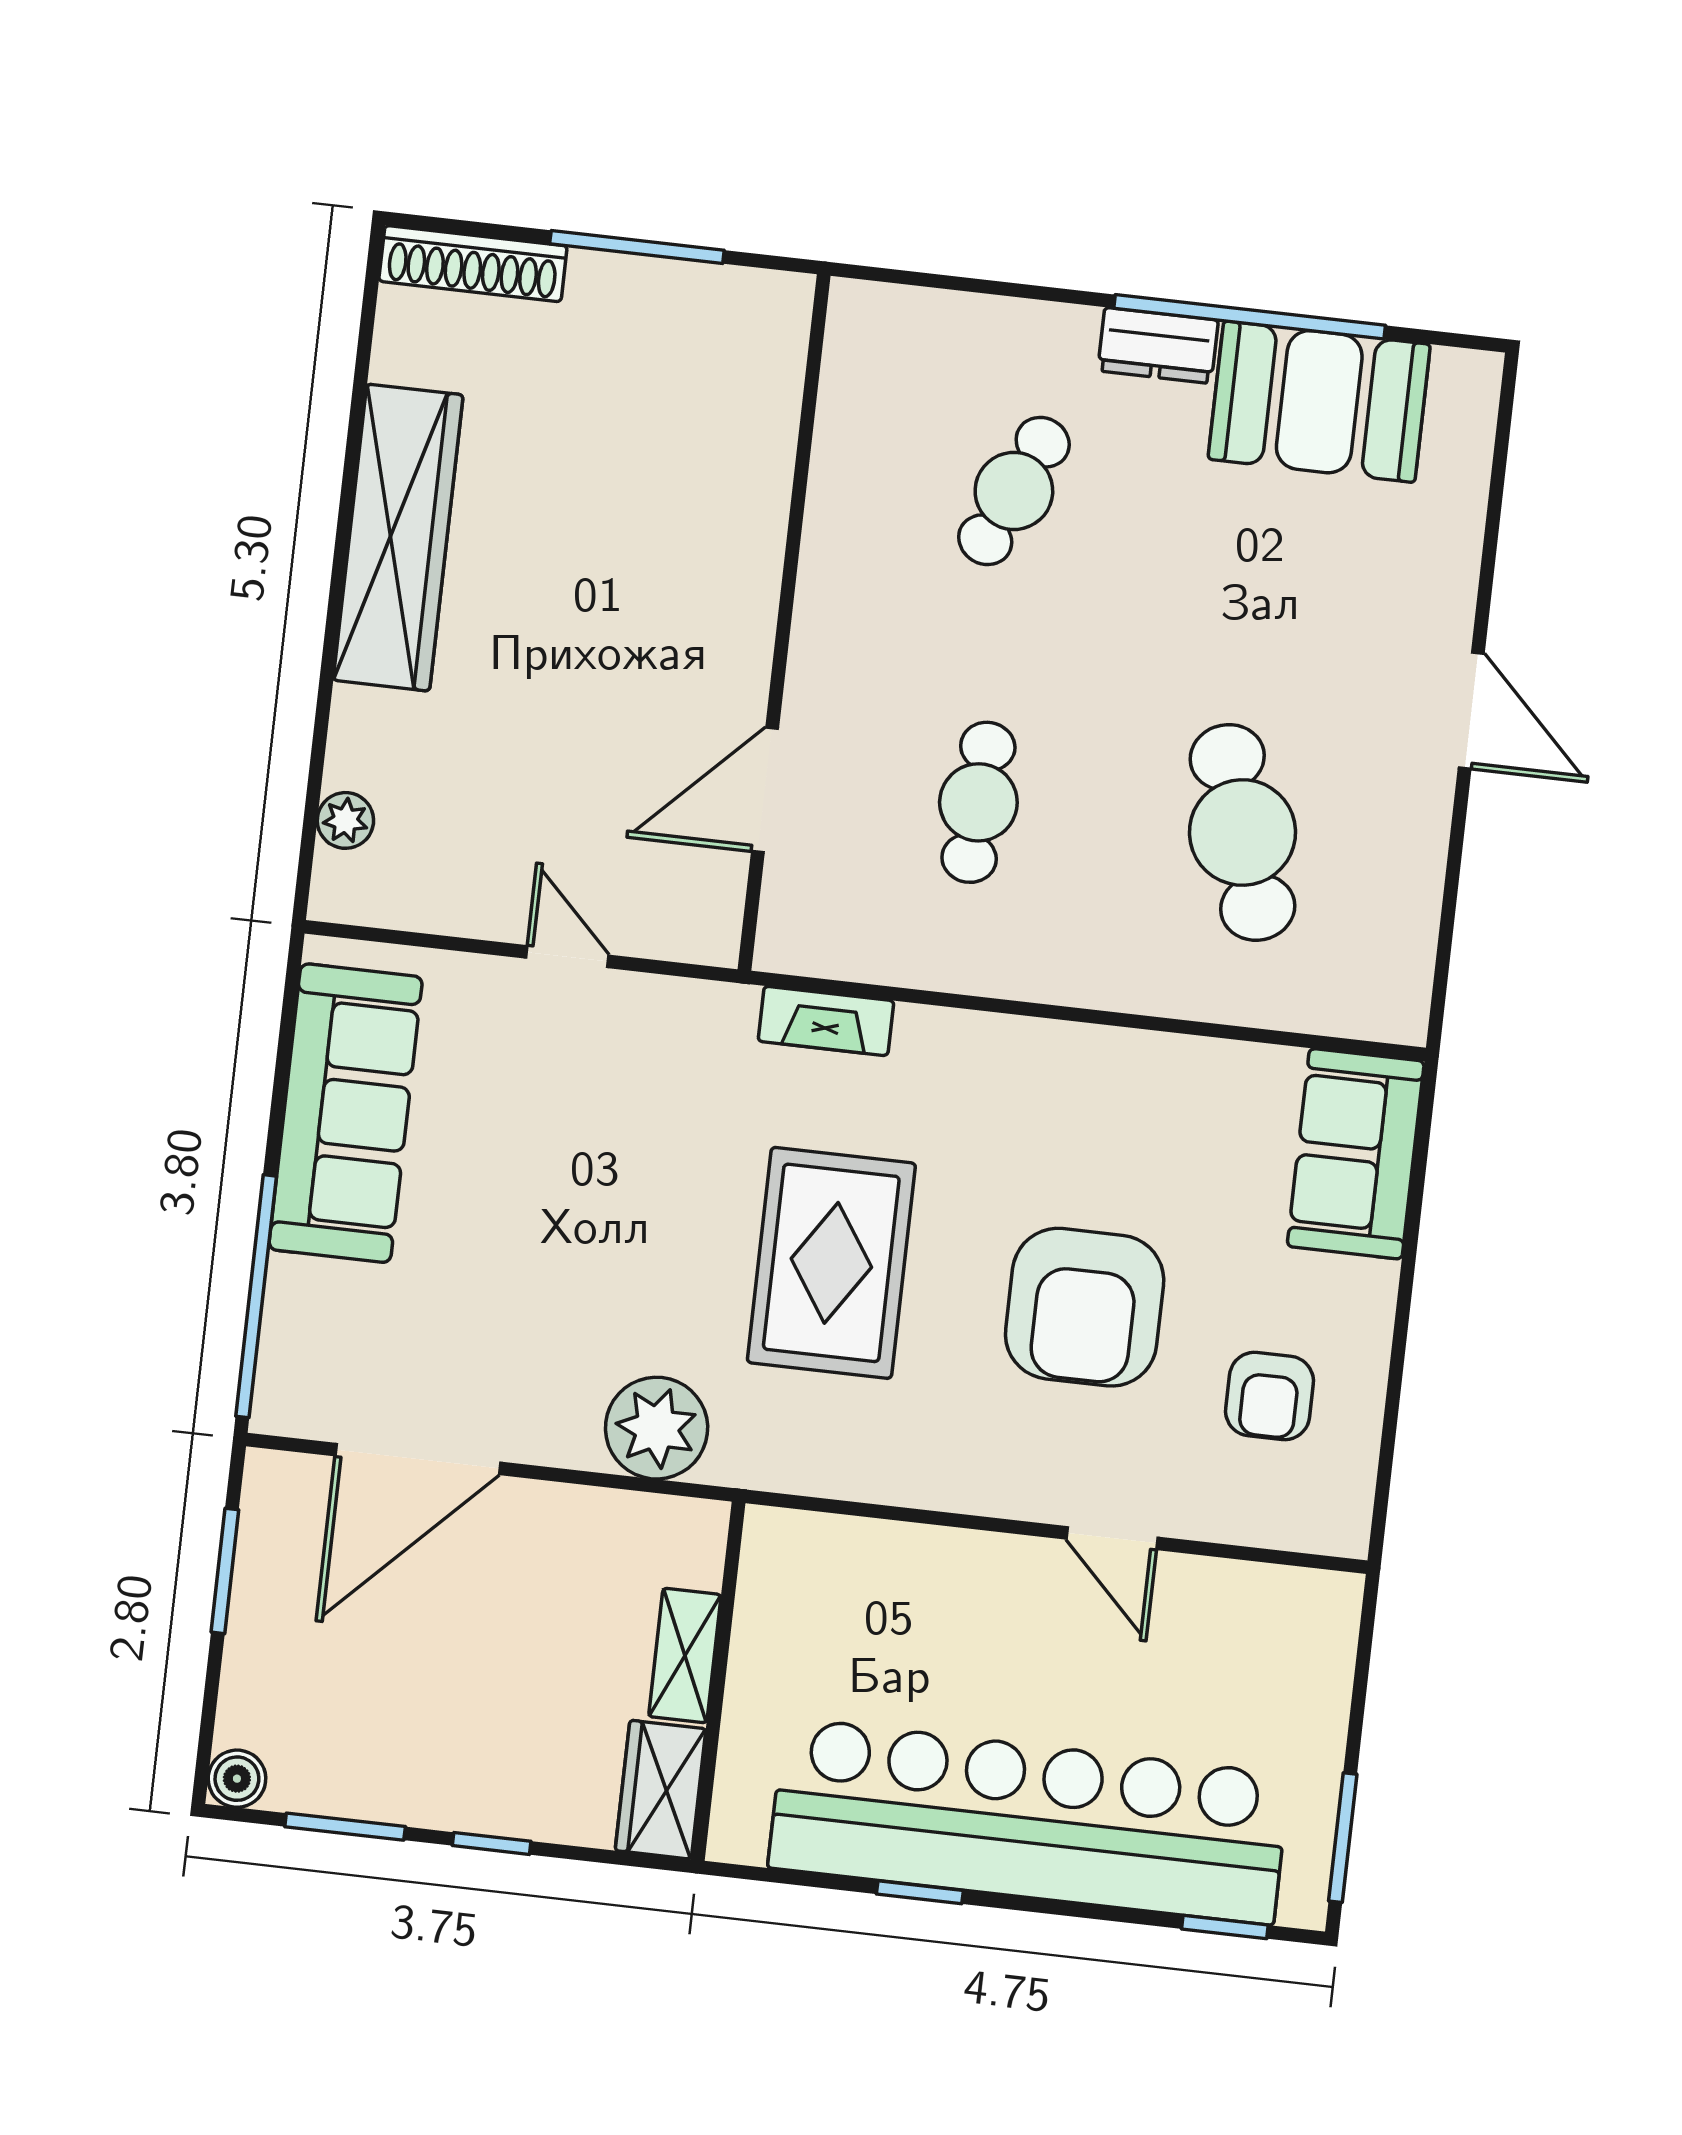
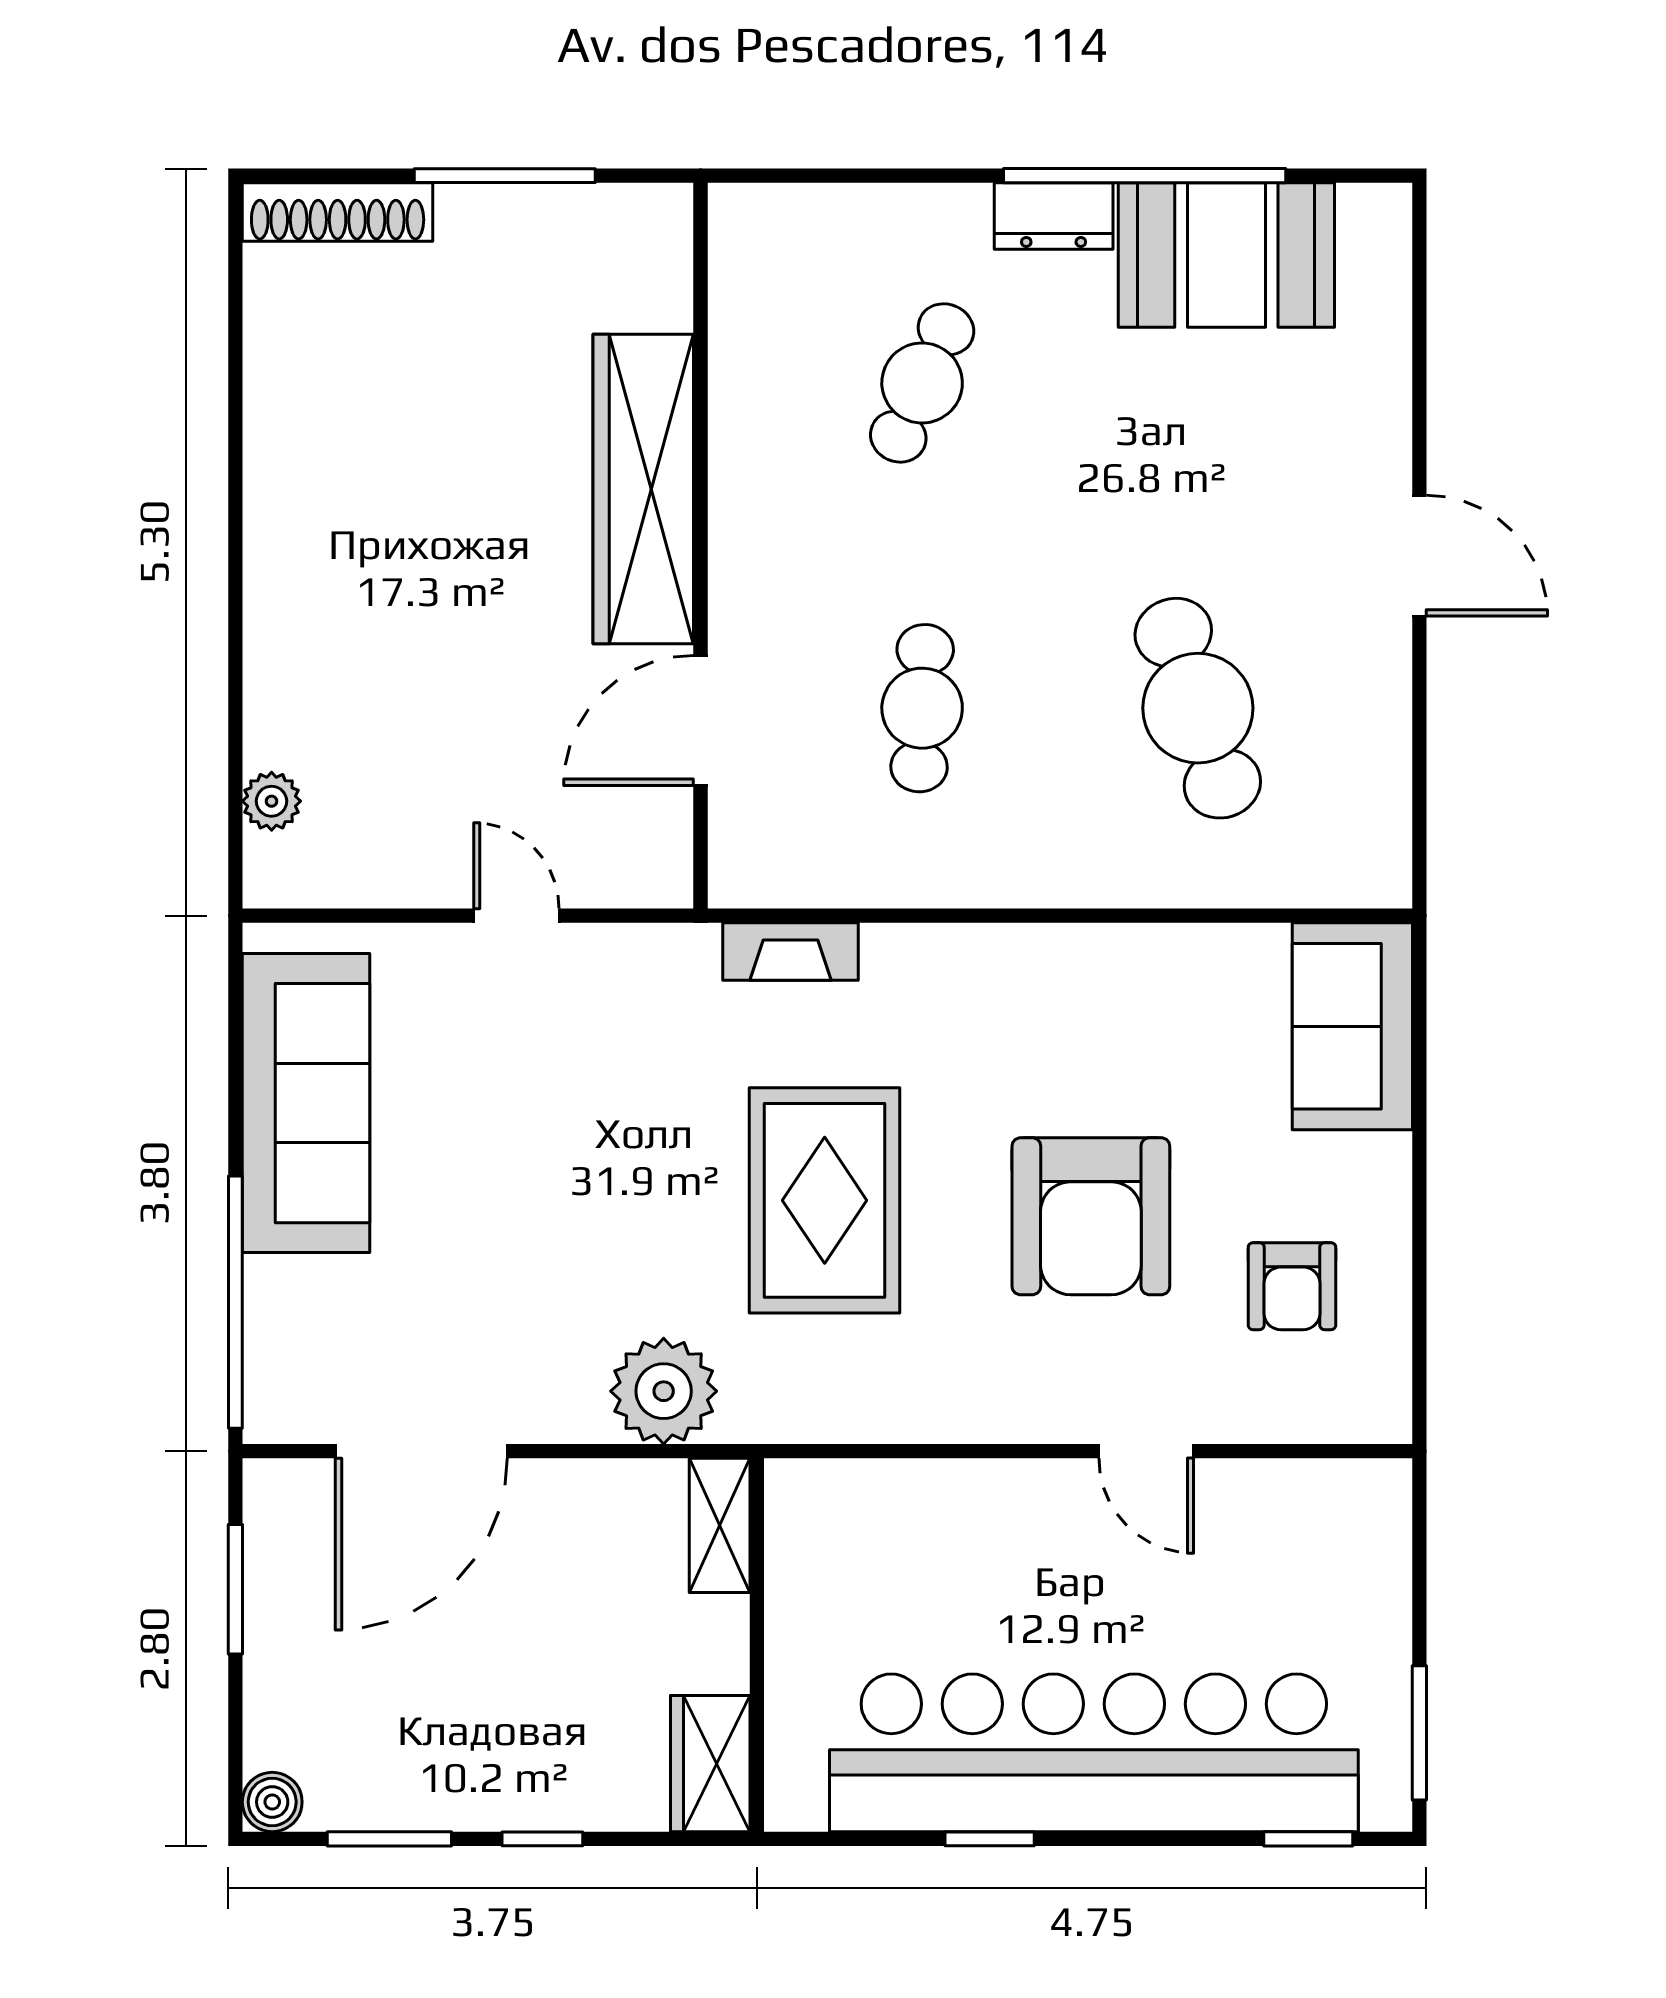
wardrobe: (398, 538) -> (643, 489), moved, turned 180
shelving: (685, 1656) -> (720, 1525), moved

